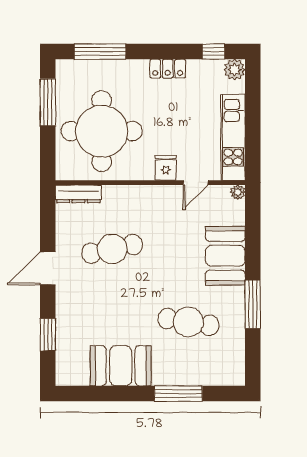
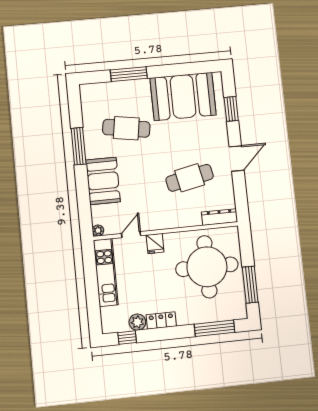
plant: (235, 70) -> (137, 322), moved
booth: (121, 366) -> (183, 96), width x1.36, depth x1.42

